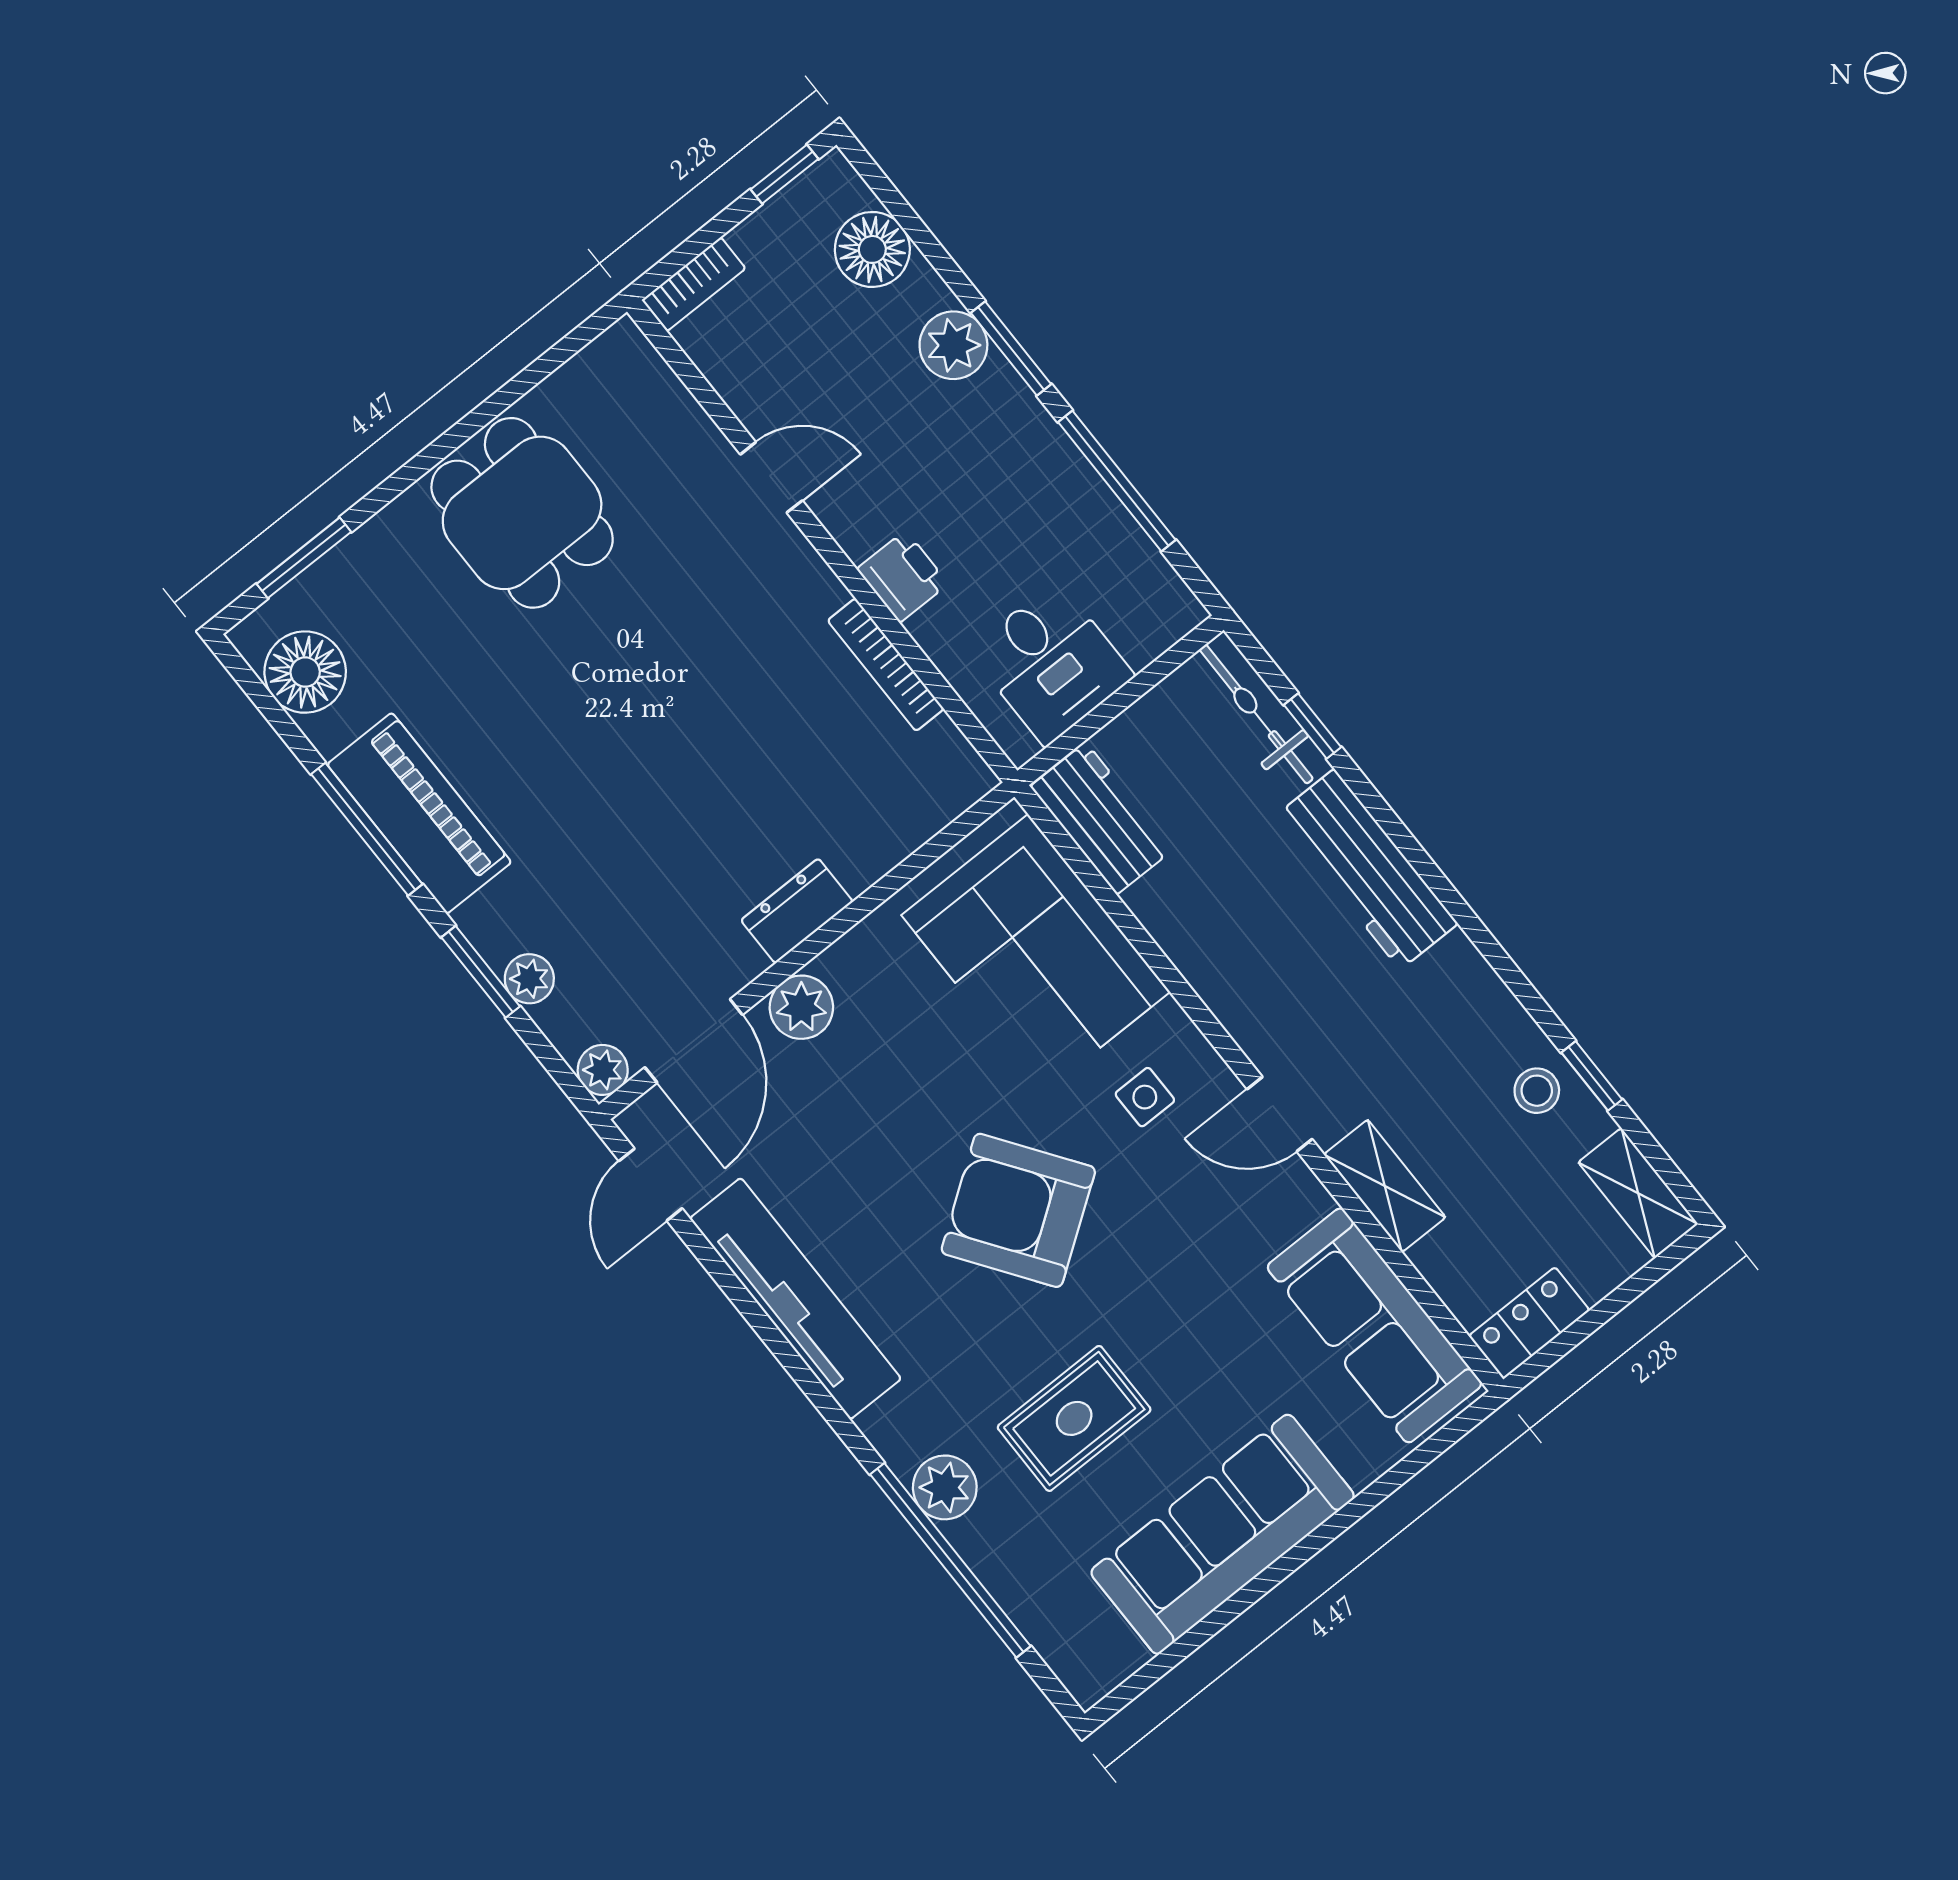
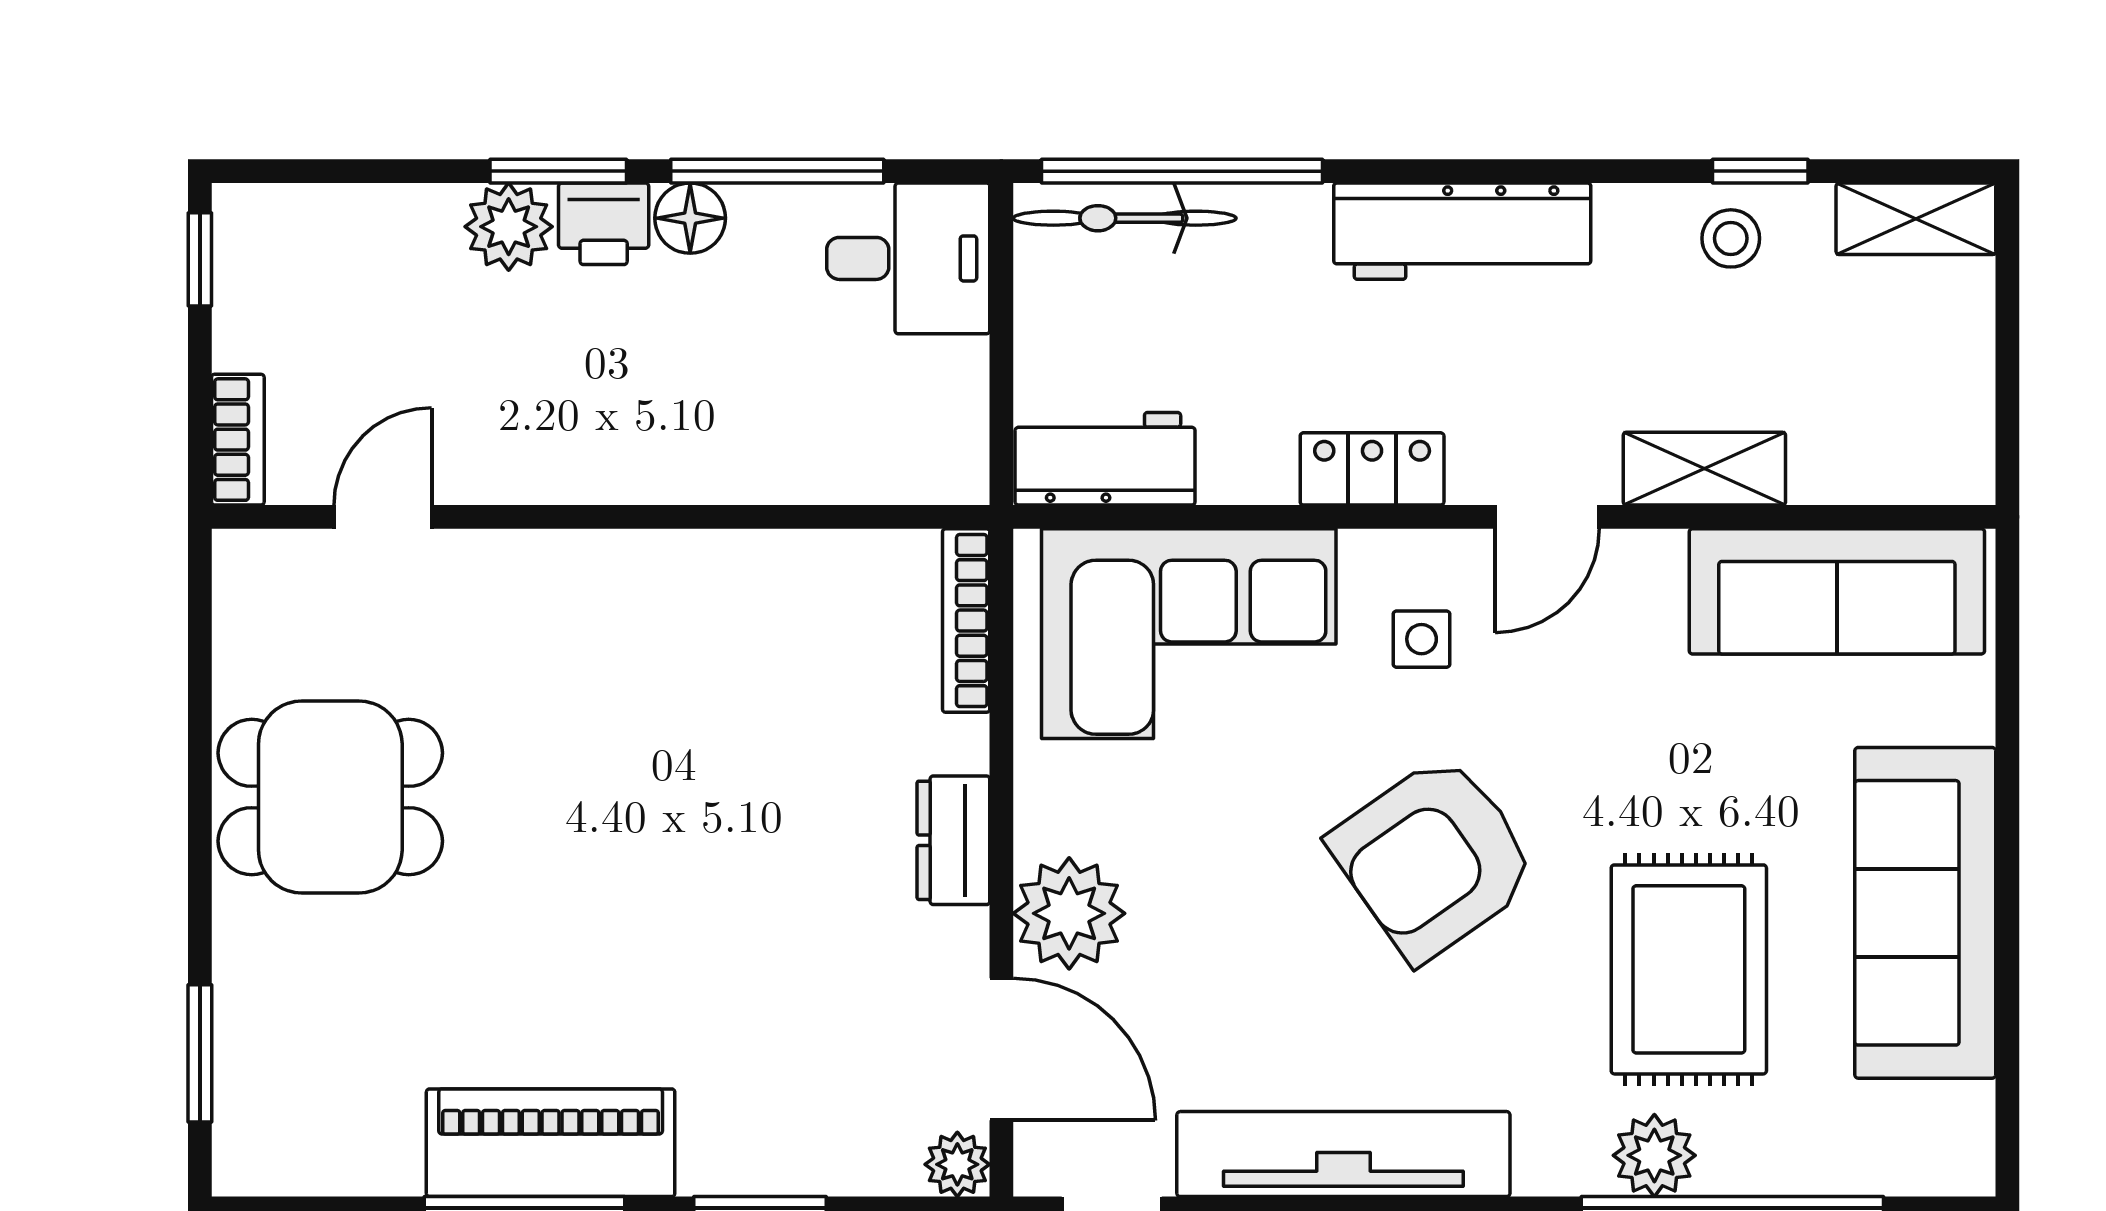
floor lamp: (872, 249) -> (690, 218), moved, width x0.73, depth x0.73
door: (771, 477) -> (383, 517), moved
printer: (903, 576) -> (604, 224), moved, turned 180
desk: (1051, 663) -> (908, 258), moved
bookcase: (886, 665) -> (966, 621), moved, turned 90
floor lamp: (305, 672) -> (316, 1144), removed
window: (1312, 726) -> (1182, 171), width x3.17
workbench: (1367, 869) -> (1462, 231), moved
plant: (529, 979) -> (806, 1165), removed
plant: (801, 1007) -> (1069, 913), width x1.36, depth x1.36
locker: (1529, 1323) -> (1372, 469), moved, turned 90
rug: (1074, 1418) -> (1689, 969), width x1.36, depth x1.43

